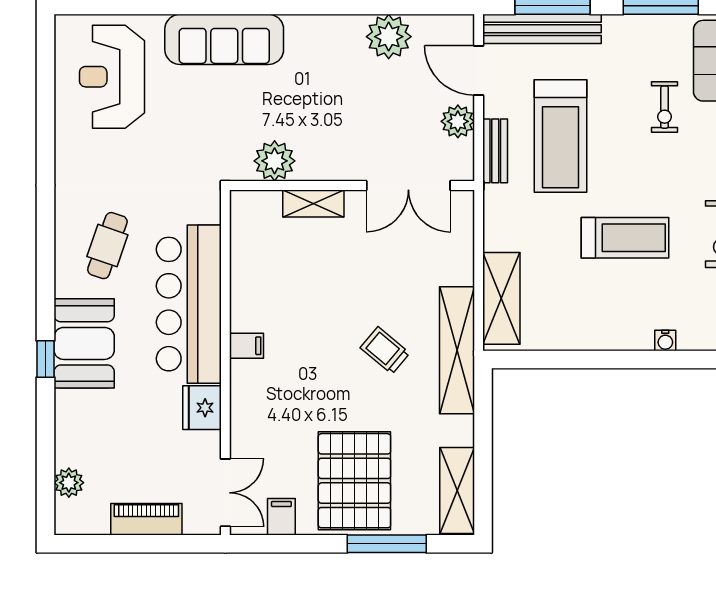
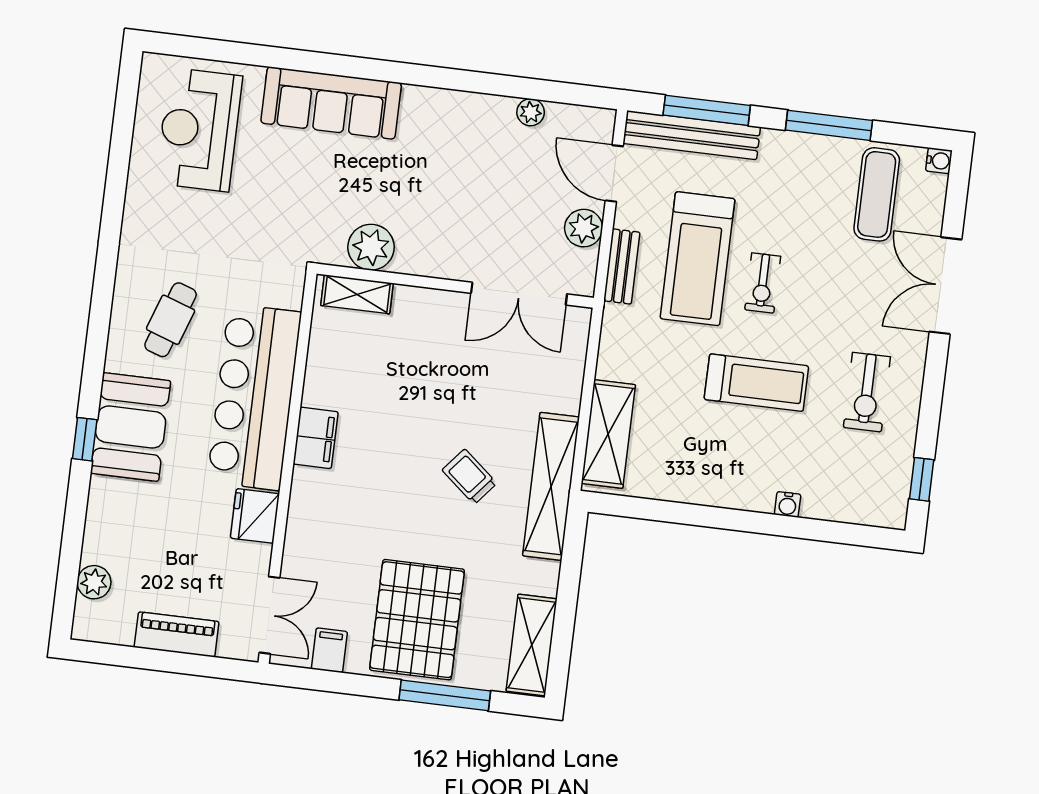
plant: (389, 37) -> (531, 112), width x0.53, depth x0.53
exercise bike: (665, 107) -> (763, 283), moved
shelving: (313, 203) -> (357, 294), moved
filing cabinet: (247, 346) -> (316, 438), width x2.00

